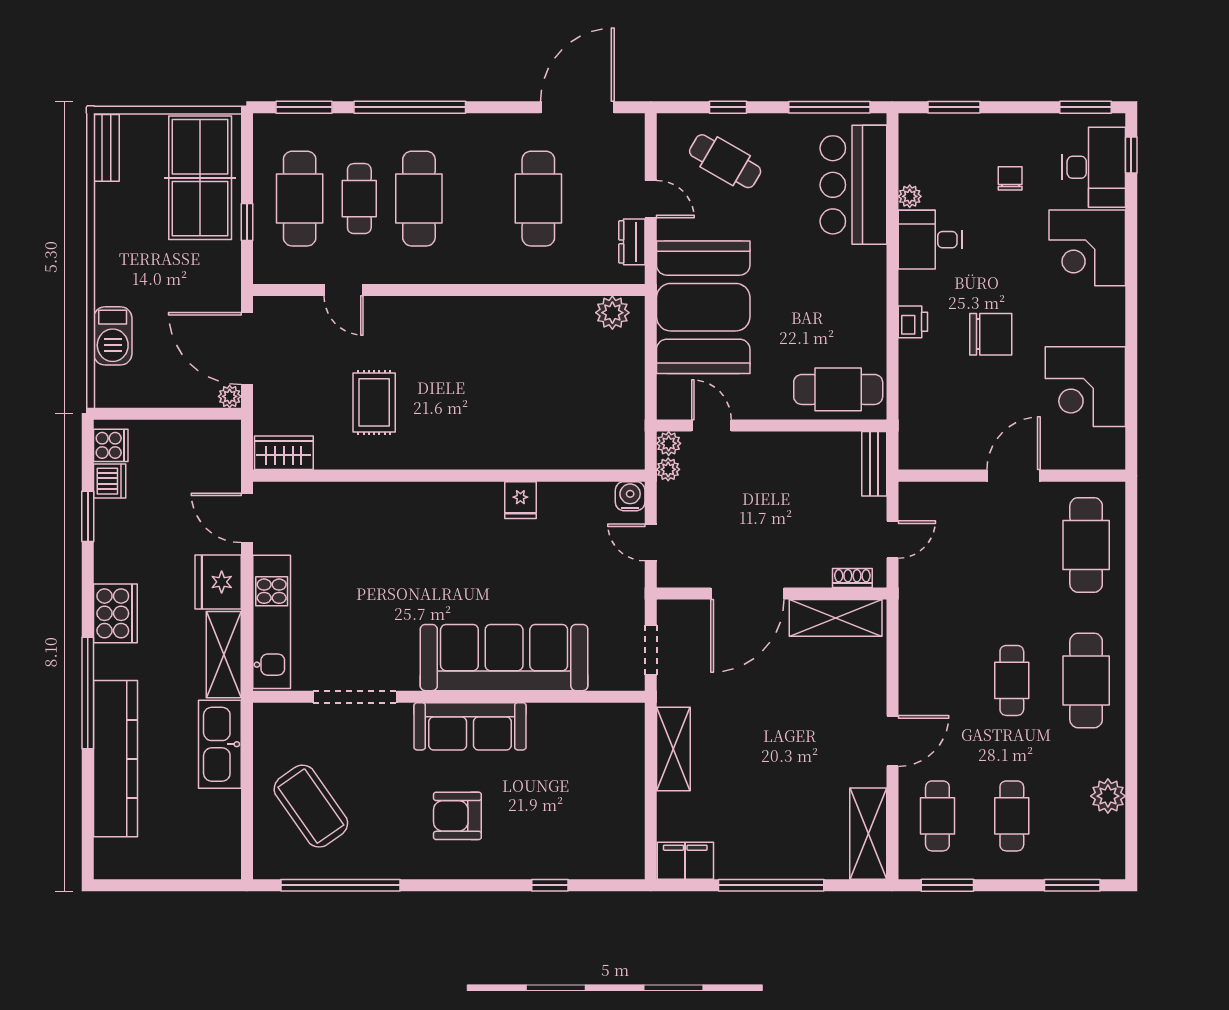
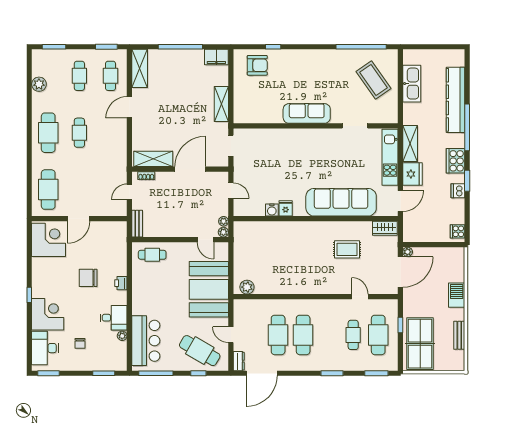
window: (410, 107) -> (332, 373), width x0.47
bench: (106, 148) -> (459, 335), moved
window: (1131, 155) -> (29, 295), moved
cafe table: (725, 161) -> (200, 351), width x1.37, depth x1.35
cafe table: (419, 199) -> (303, 335), moved
dresser: (632, 242) -> (239, 361), moved
barbecue: (113, 336) -> (457, 295), moved
door: (247, 349) -> (400, 272), hinge flipped
corner desk: (1085, 387) -> (49, 240), moved
cafe table: (838, 389) -> (152, 255), width x0.73, depth x0.74
rug: (374, 402) -> (347, 249), turned 90
dishwasher: (110, 481) -> (458, 191), moved
water cooler: (630, 496) -> (272, 210), moved
window: (88, 516) -> (467, 181), moved
door: (247, 518) -> (400, 201), hinge flipped
sofa: (504, 658) -> (341, 202), moved, turned 180
doorway: (355, 697) -> (355, 126), width x0.73
kitchen sink: (220, 744) -> (412, 84), moved
armchair: (457, 816) -> (257, 65), moved

